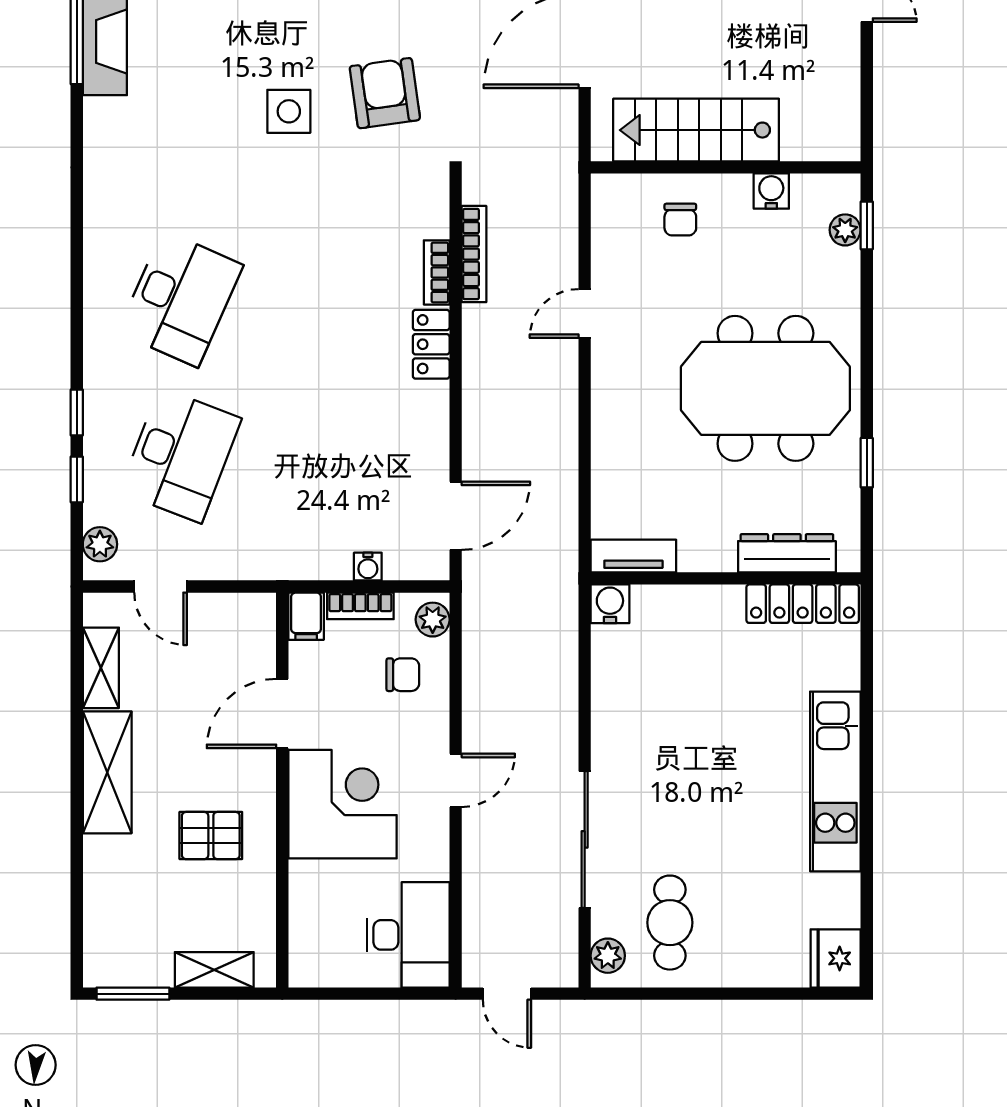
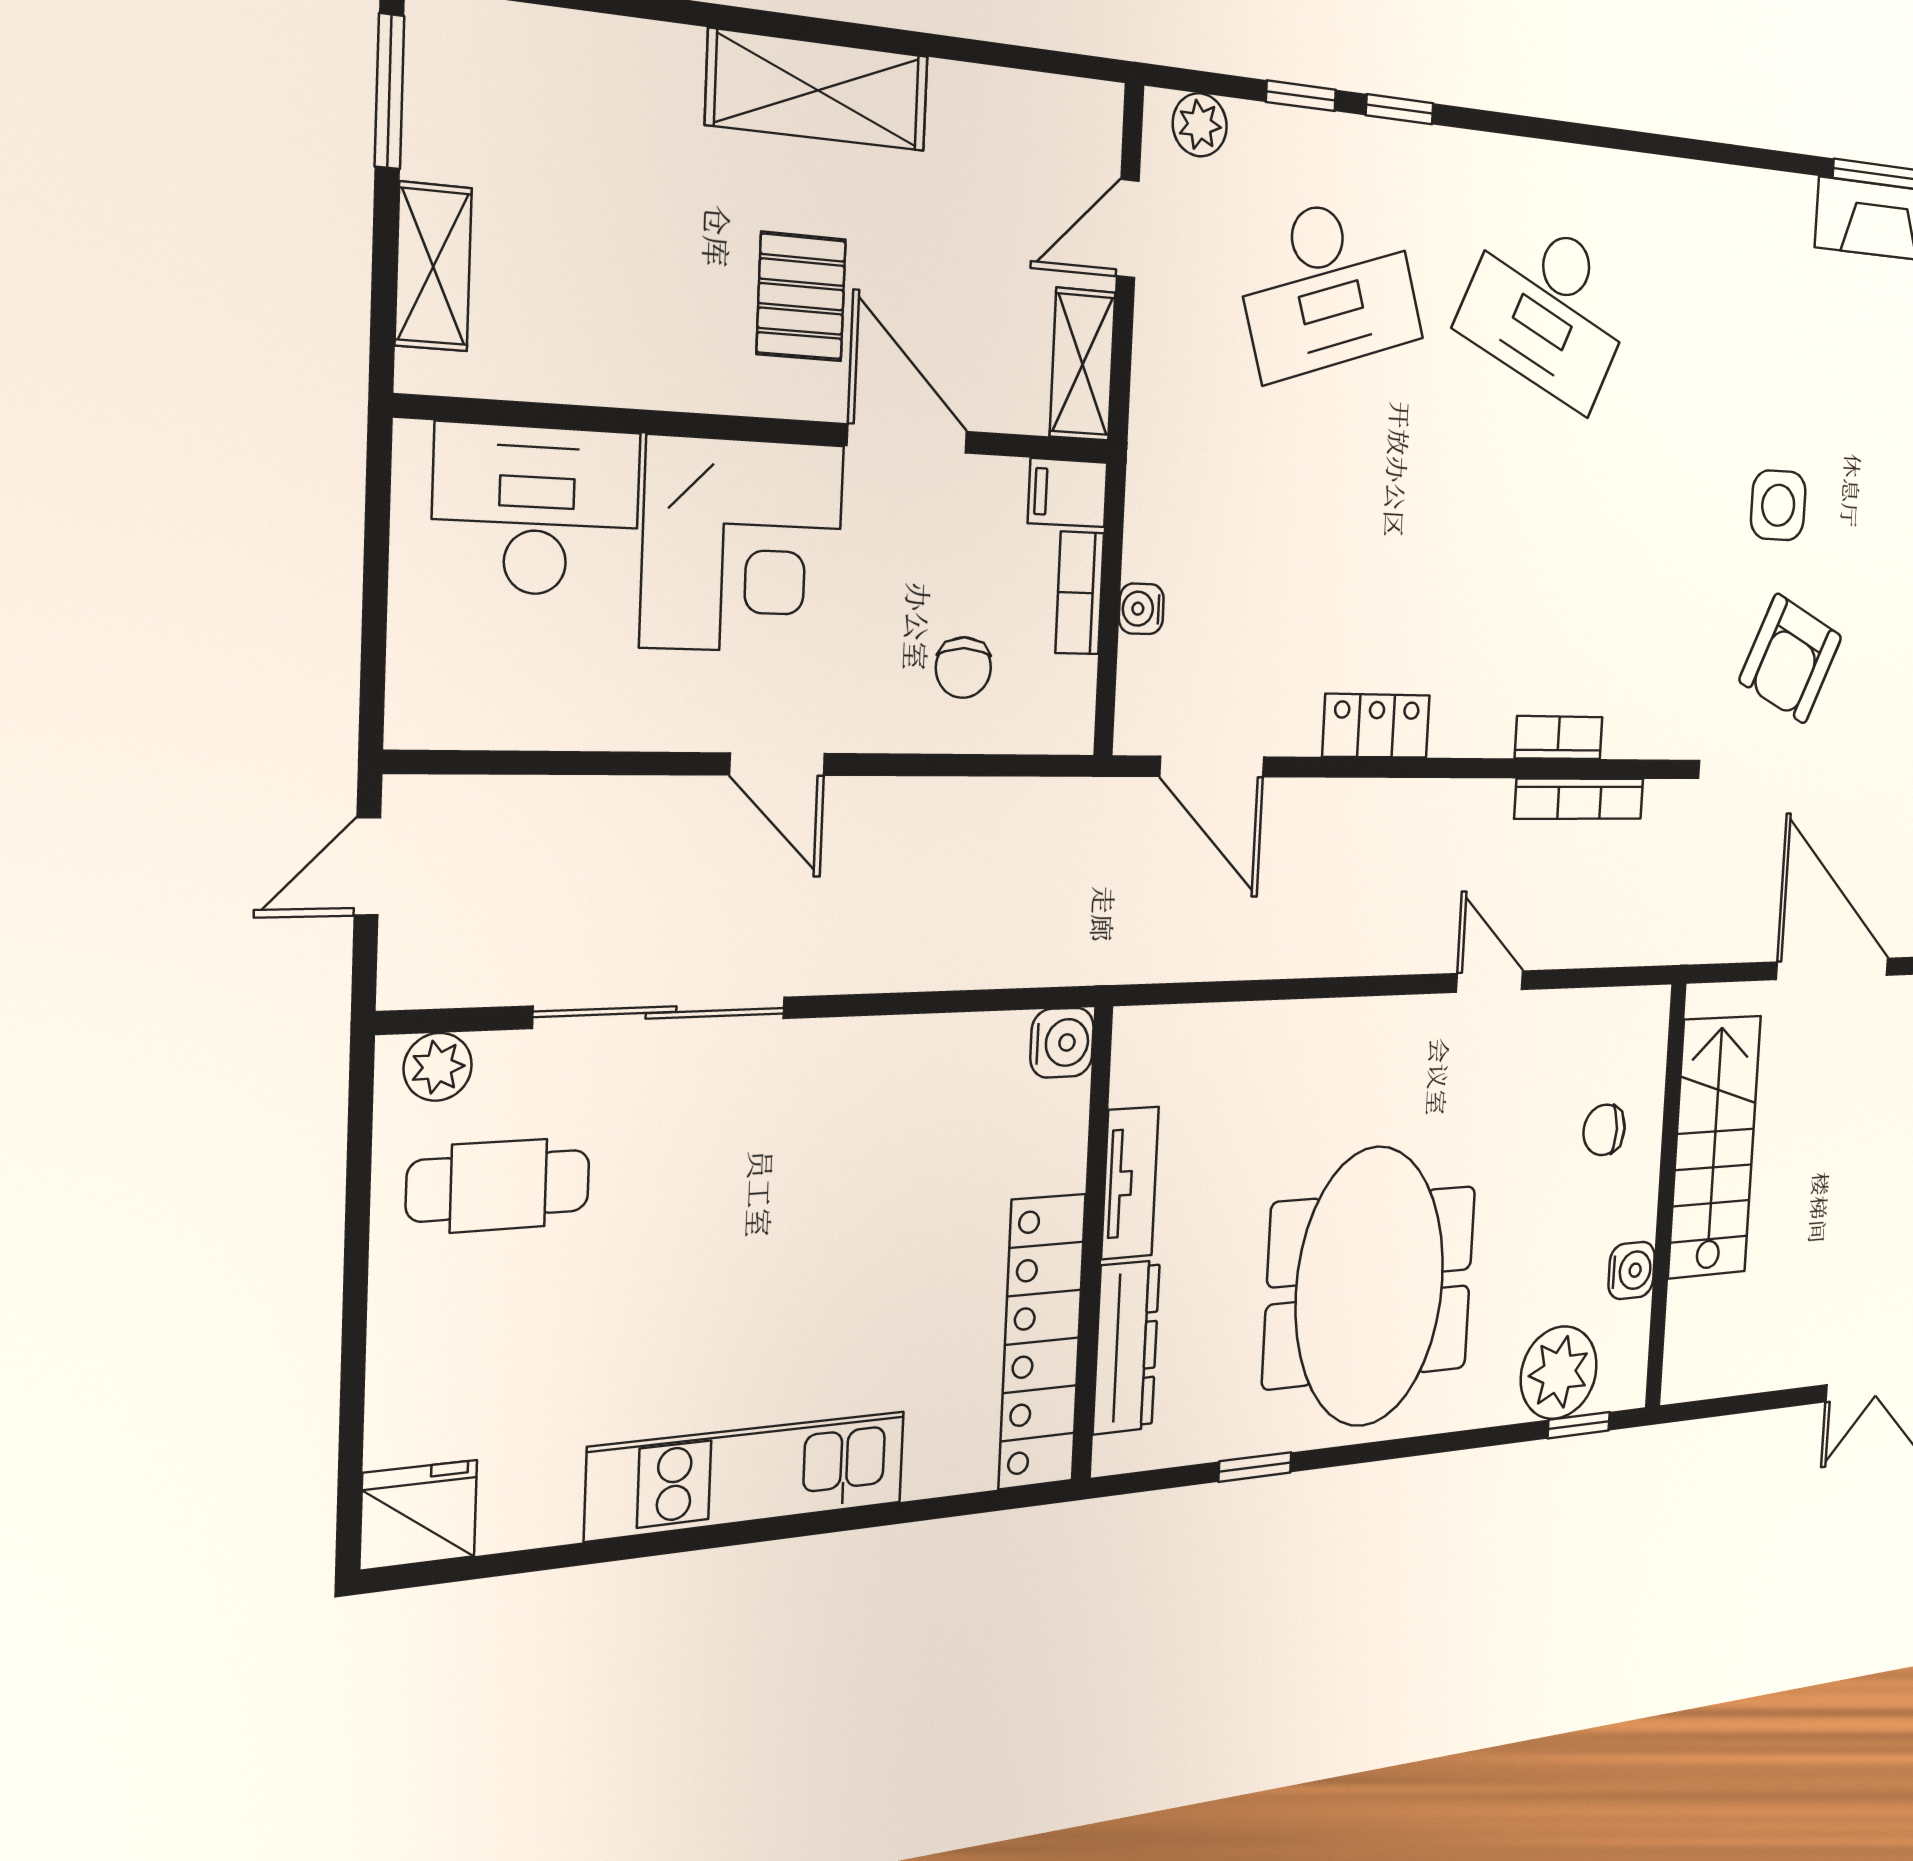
armchair: (385, 93) -> (1791, 659), turned 123
plant: (845, 230) -> (1559, 1373), width x1.88, depth x1.88
locker: (431, 344) -> (1376, 726), moved
desk: (180, 455) -> (1328, 285), turned -39
tv unit: (633, 556) -> (1130, 1183), moved
locker: (803, 604) -> (1042, 1341), width x1.41, depth x1.21
plant: (433, 620) -> (1052, 724), removed
shelving: (101, 668) -> (1082, 364), moved, turned 90
pallet: (211, 836) -> (801, 297), moved
desk: (408, 935) -> (537, 511), moved, turned 180

